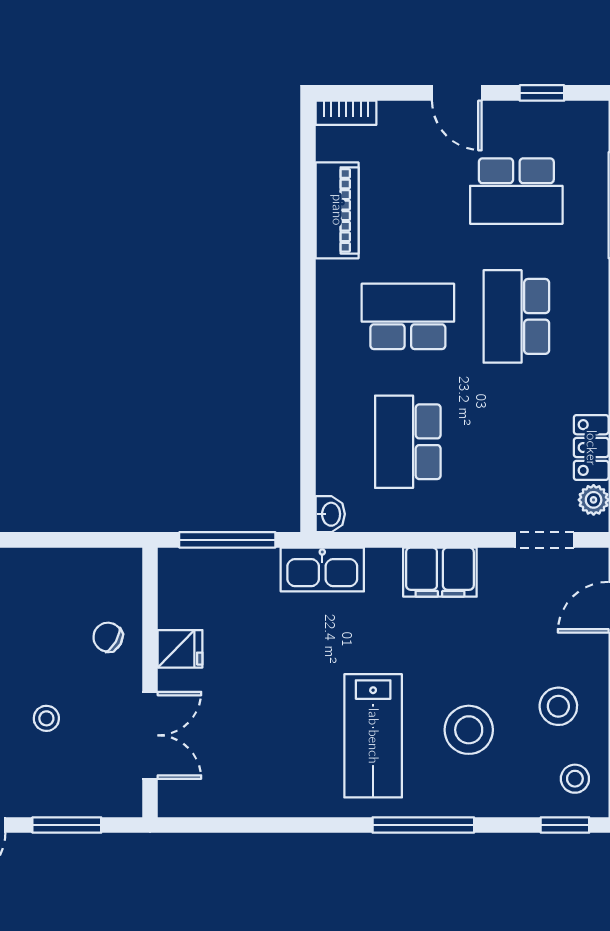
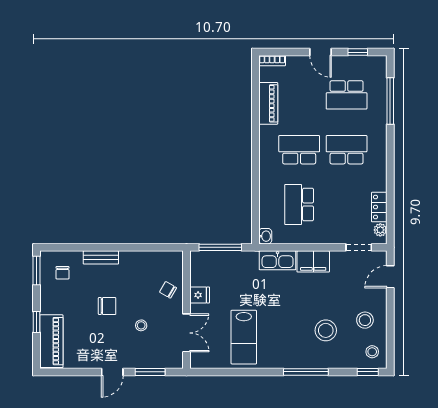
school desk: (516, 316) -> (347, 150), turned 90
kitchen sink: (322, 570) -> (278, 260), moved
lab bench: (373, 736) -> (244, 337), moved

